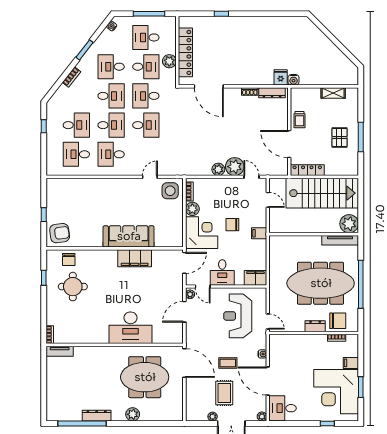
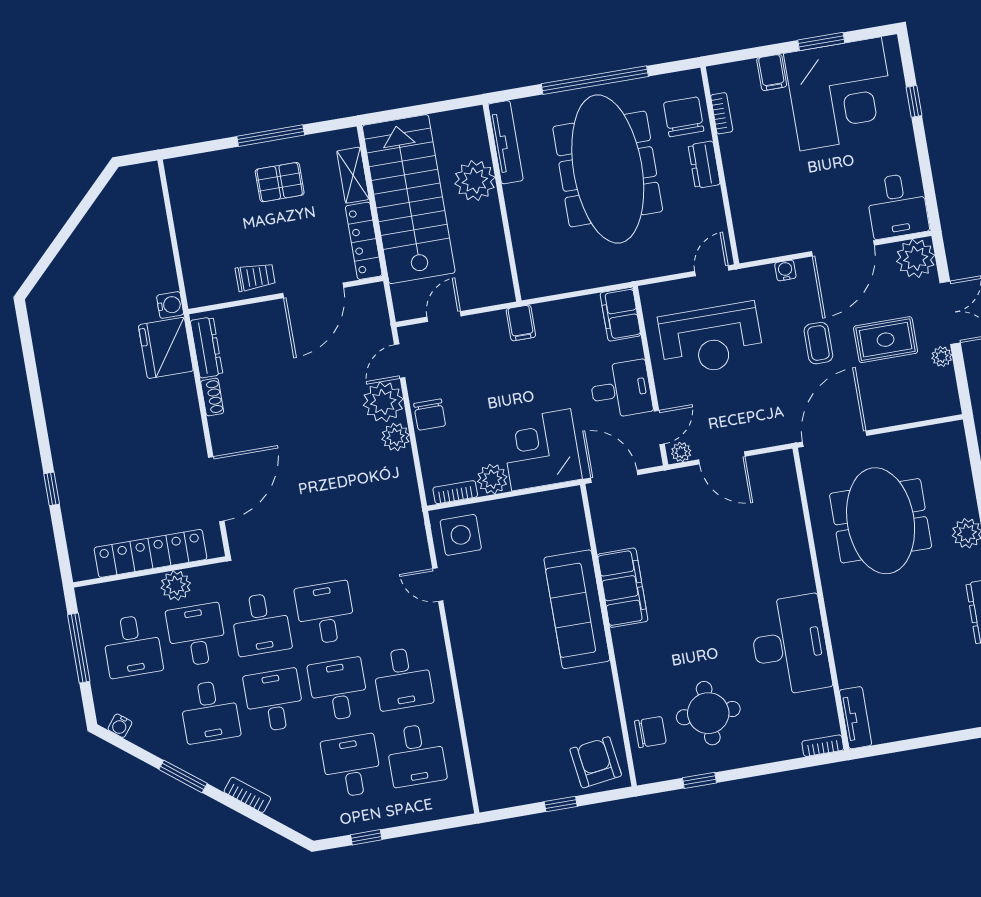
fridge: (281, 77) -> (166, 348), width x1.88, depth x1.34
shelving: (333, 93) -> (353, 175), moved
plant: (349, 224) -> (475, 181), moved
chair: (232, 225) -> (430, 415), moved
desk: (130, 328) -> (790, 645), moved
plant: (262, 416) -> (916, 258), width x1.88, depth x1.88

